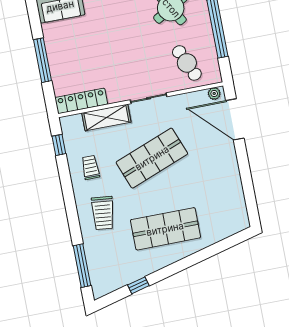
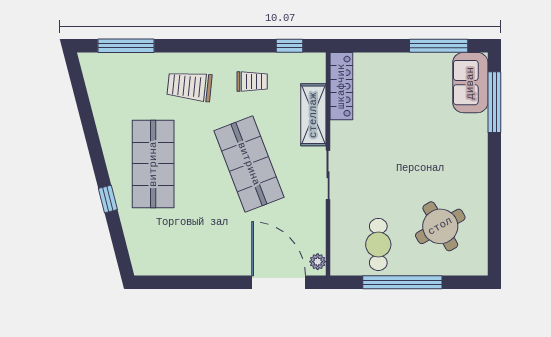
window: (43, 60) -> (439, 46), moved
cafe table: (187, 63) -> (378, 244), moved, turned -66
door: (235, 119) -> (279, 282), hinge flipped
window: (138, 285) -> (108, 199), moved

